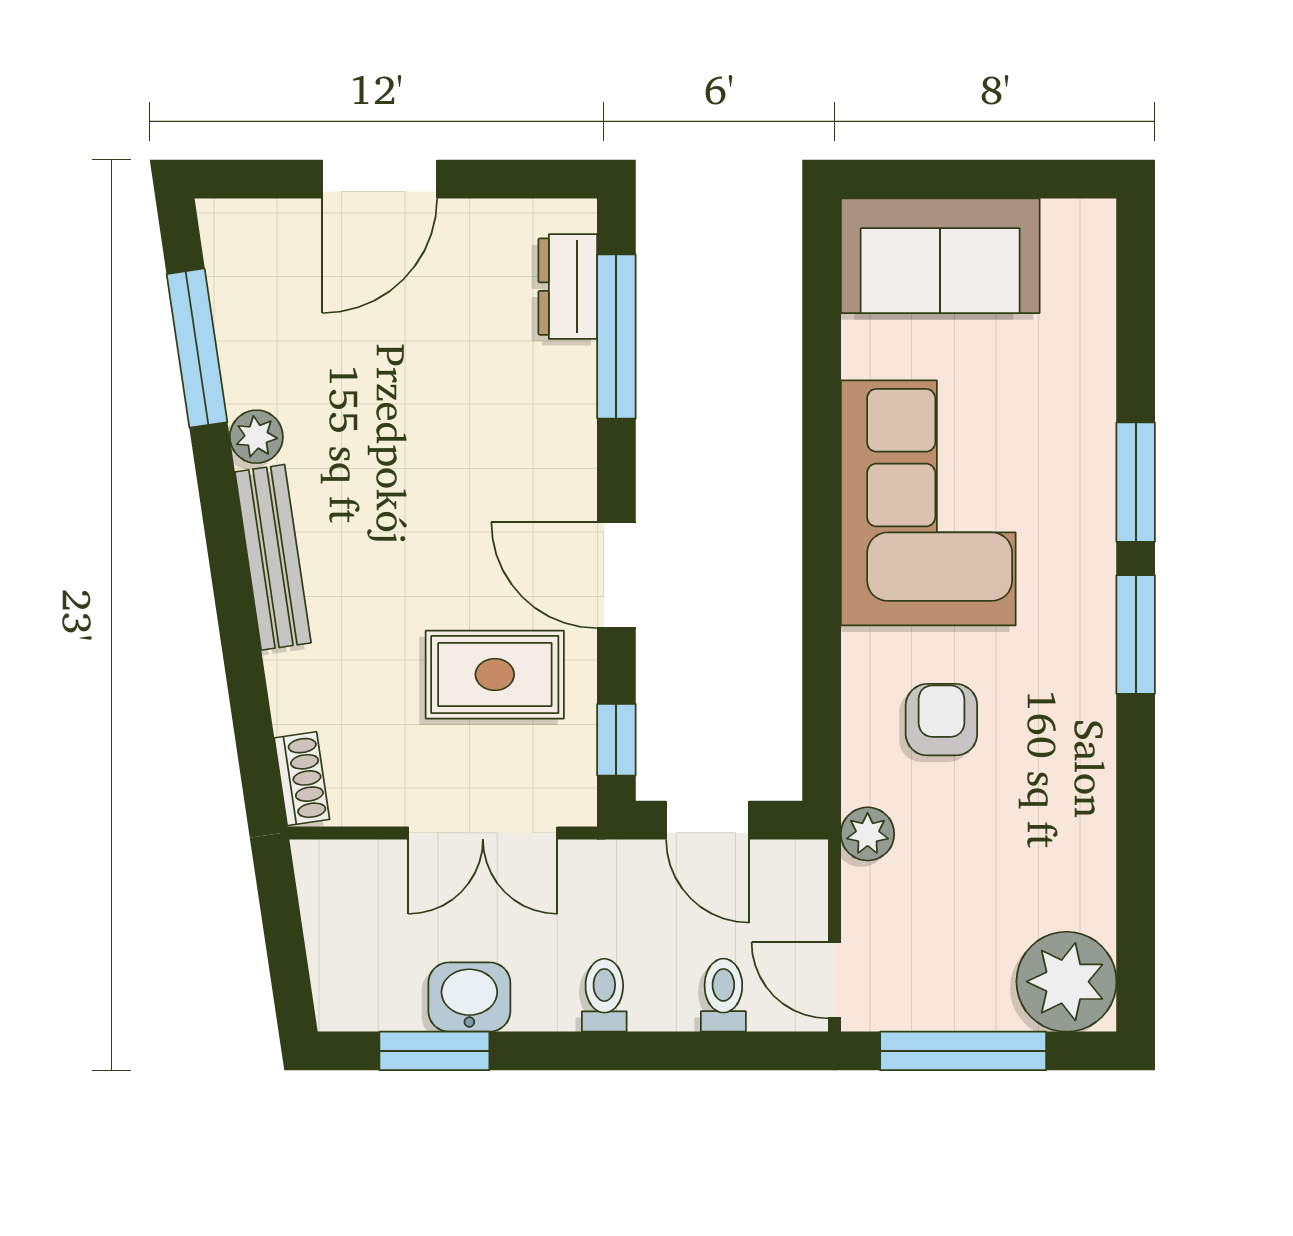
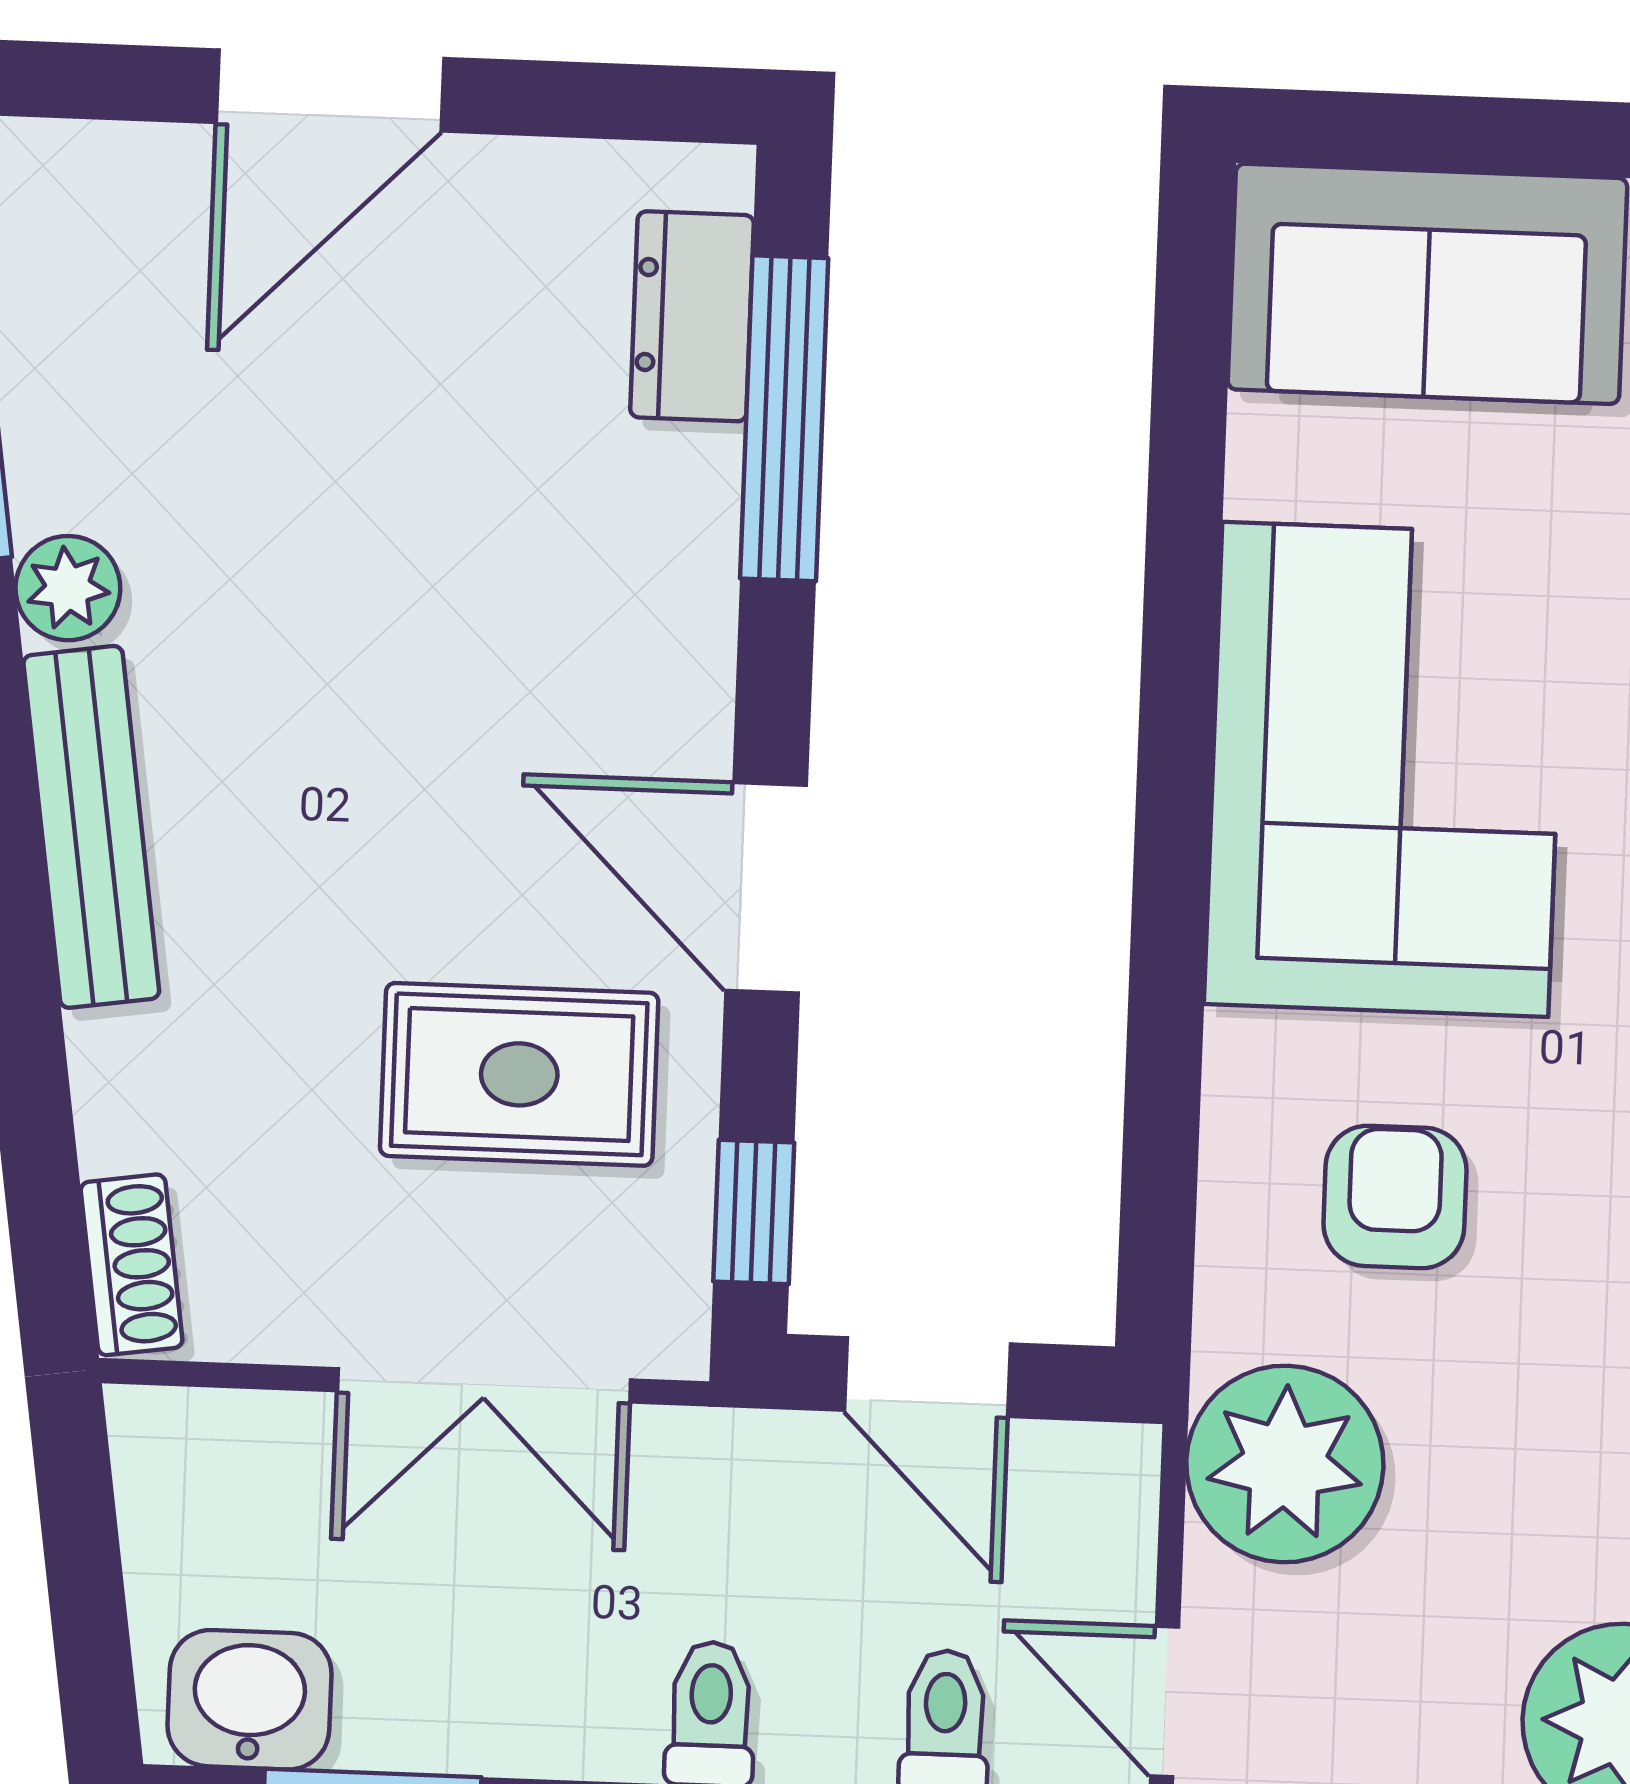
plant: (868, 834) -> (1285, 1464), width x1.87, depth x1.87
washbasin: (469, 997) -> (249, 1700), moved

